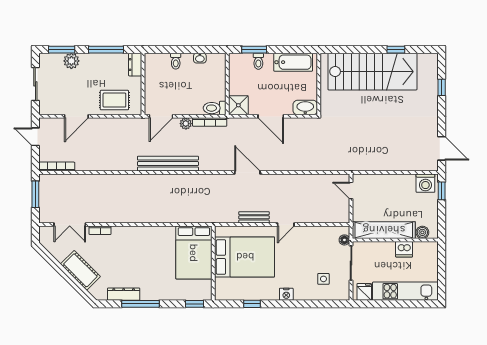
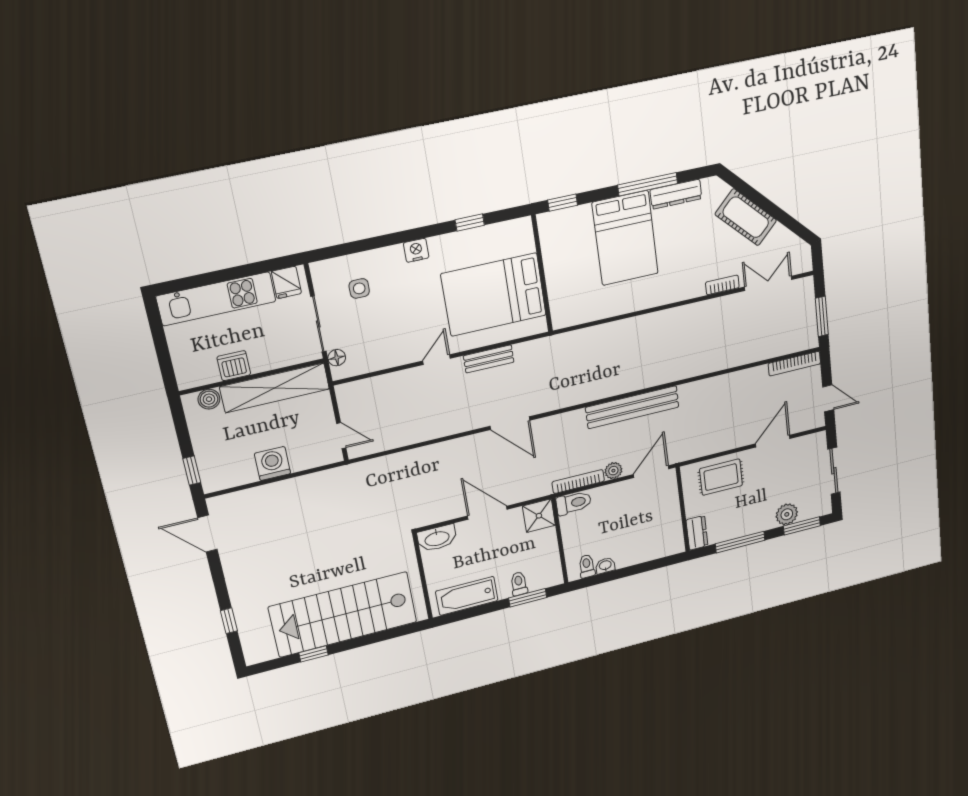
toilet: (176, 61) -> (587, 566), moved
washing machine: (425, 183) -> (272, 463), moved
bed: (194, 253) -> (625, 238), moved, turned 180

